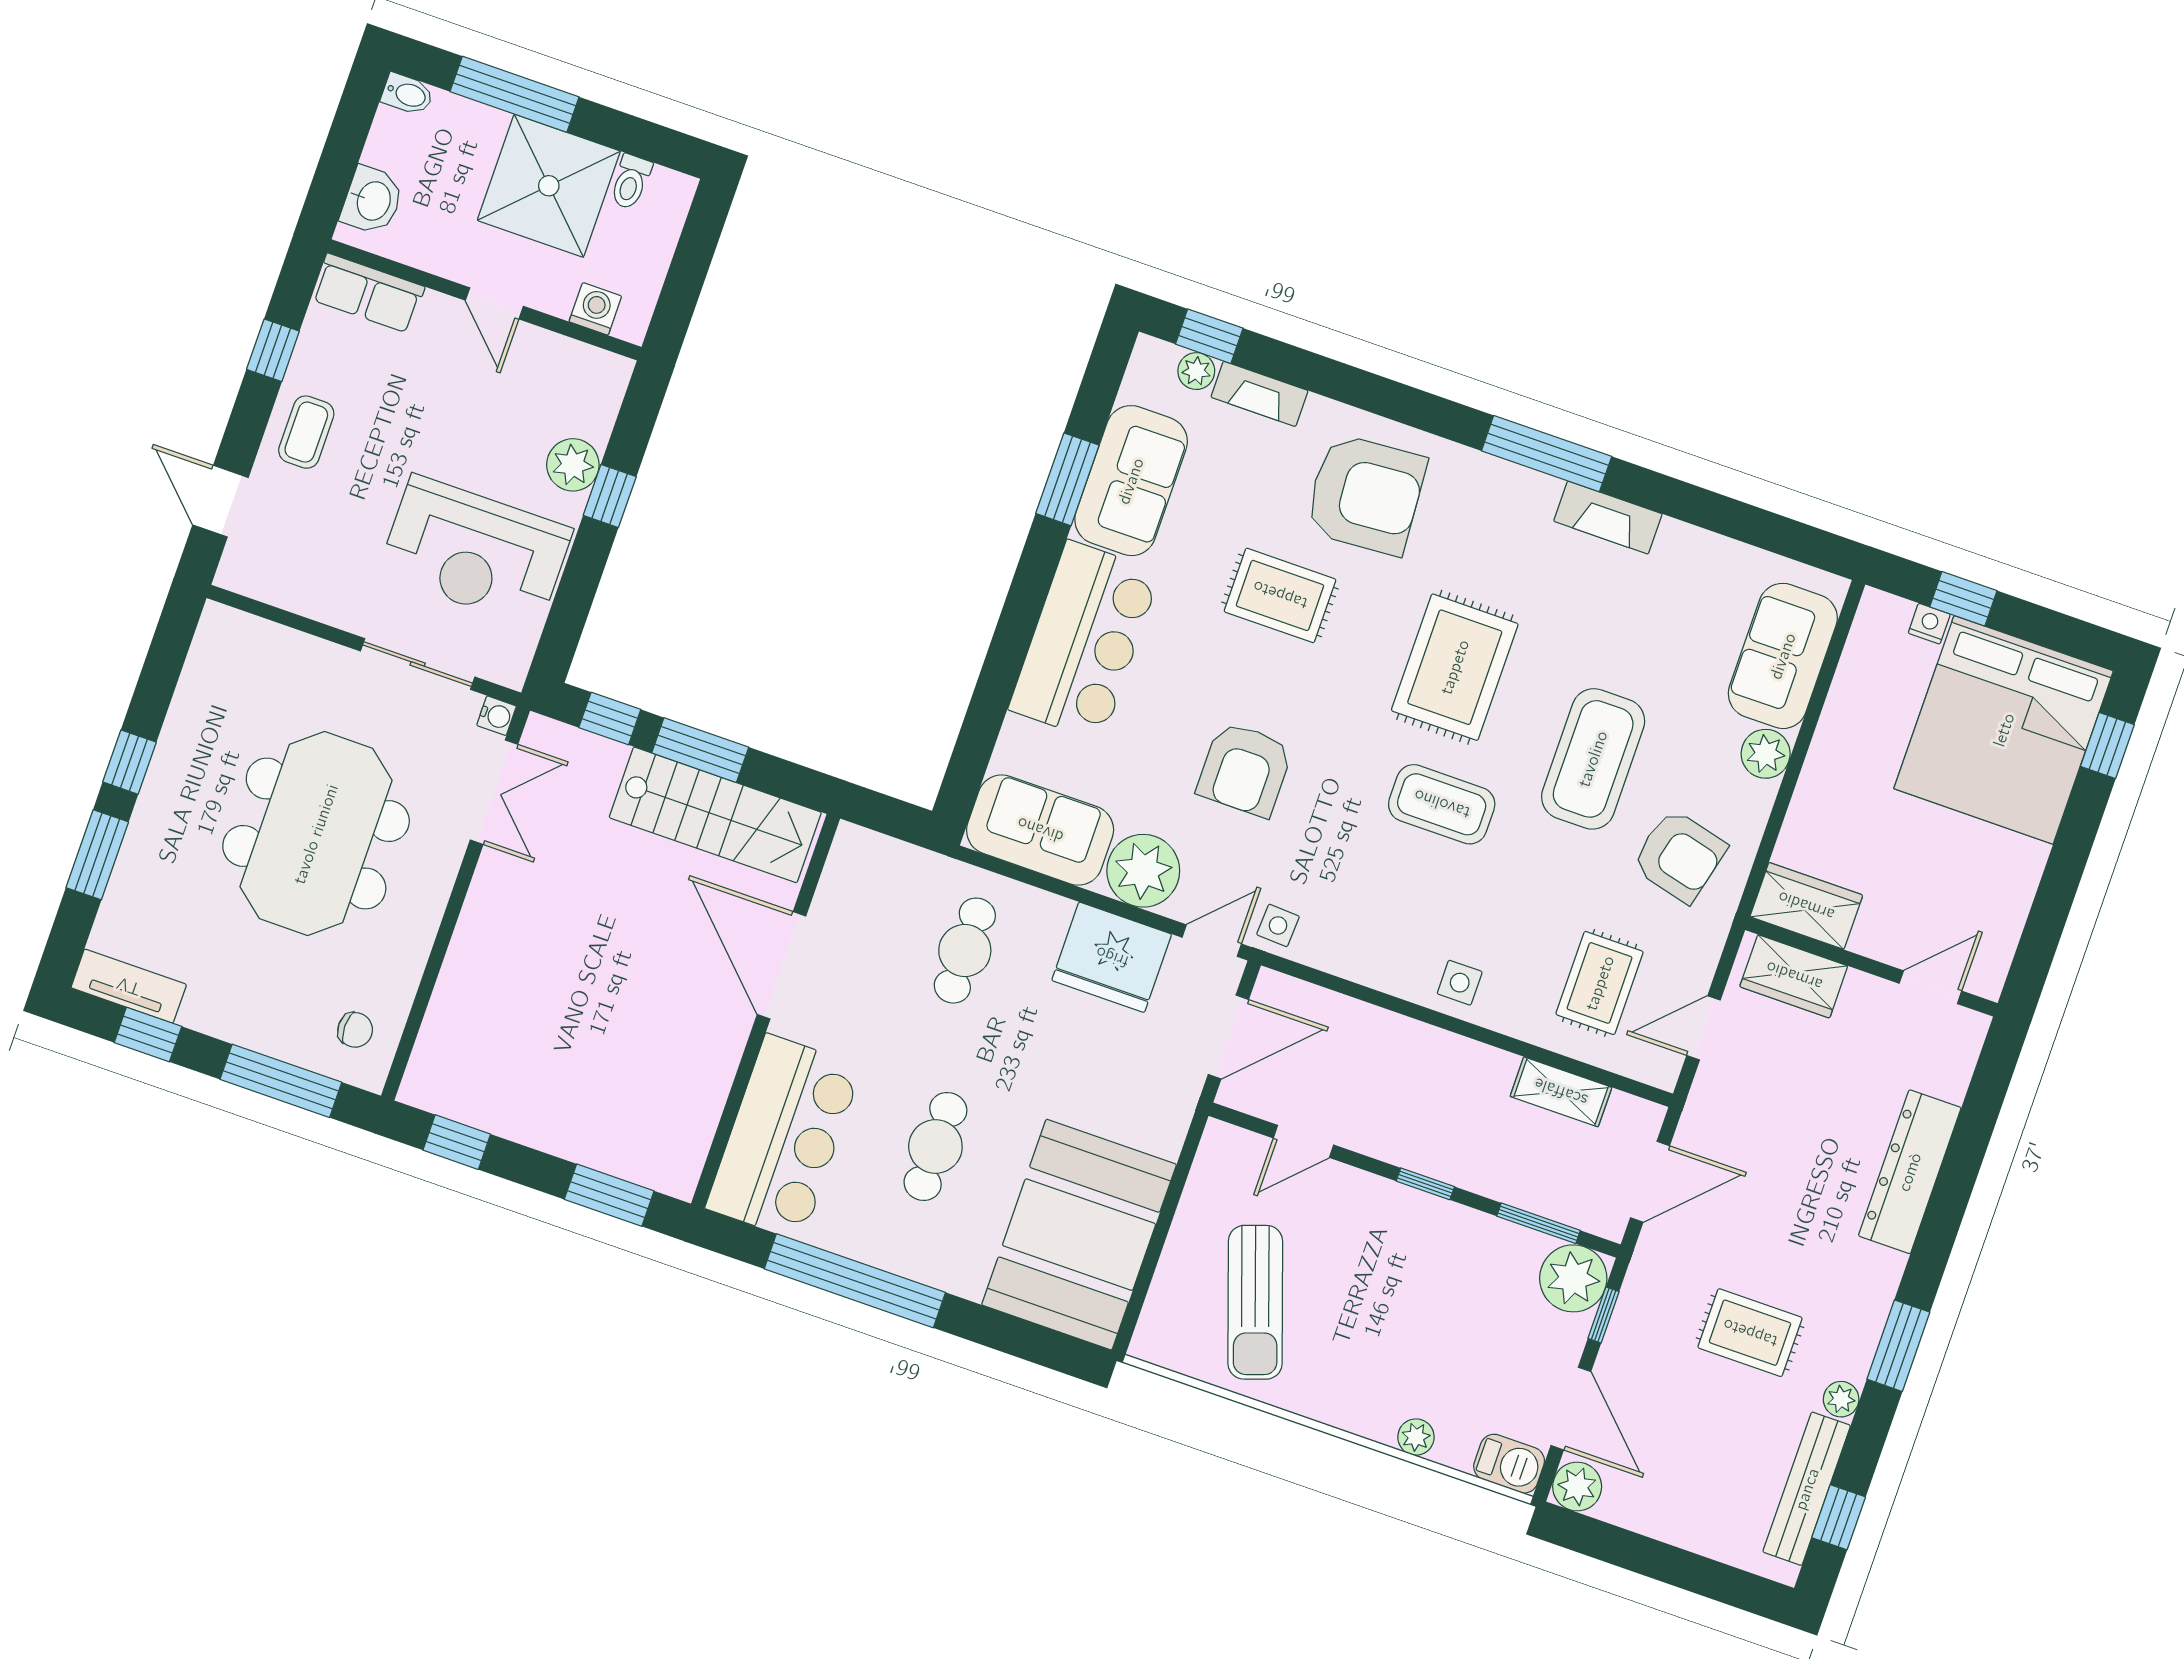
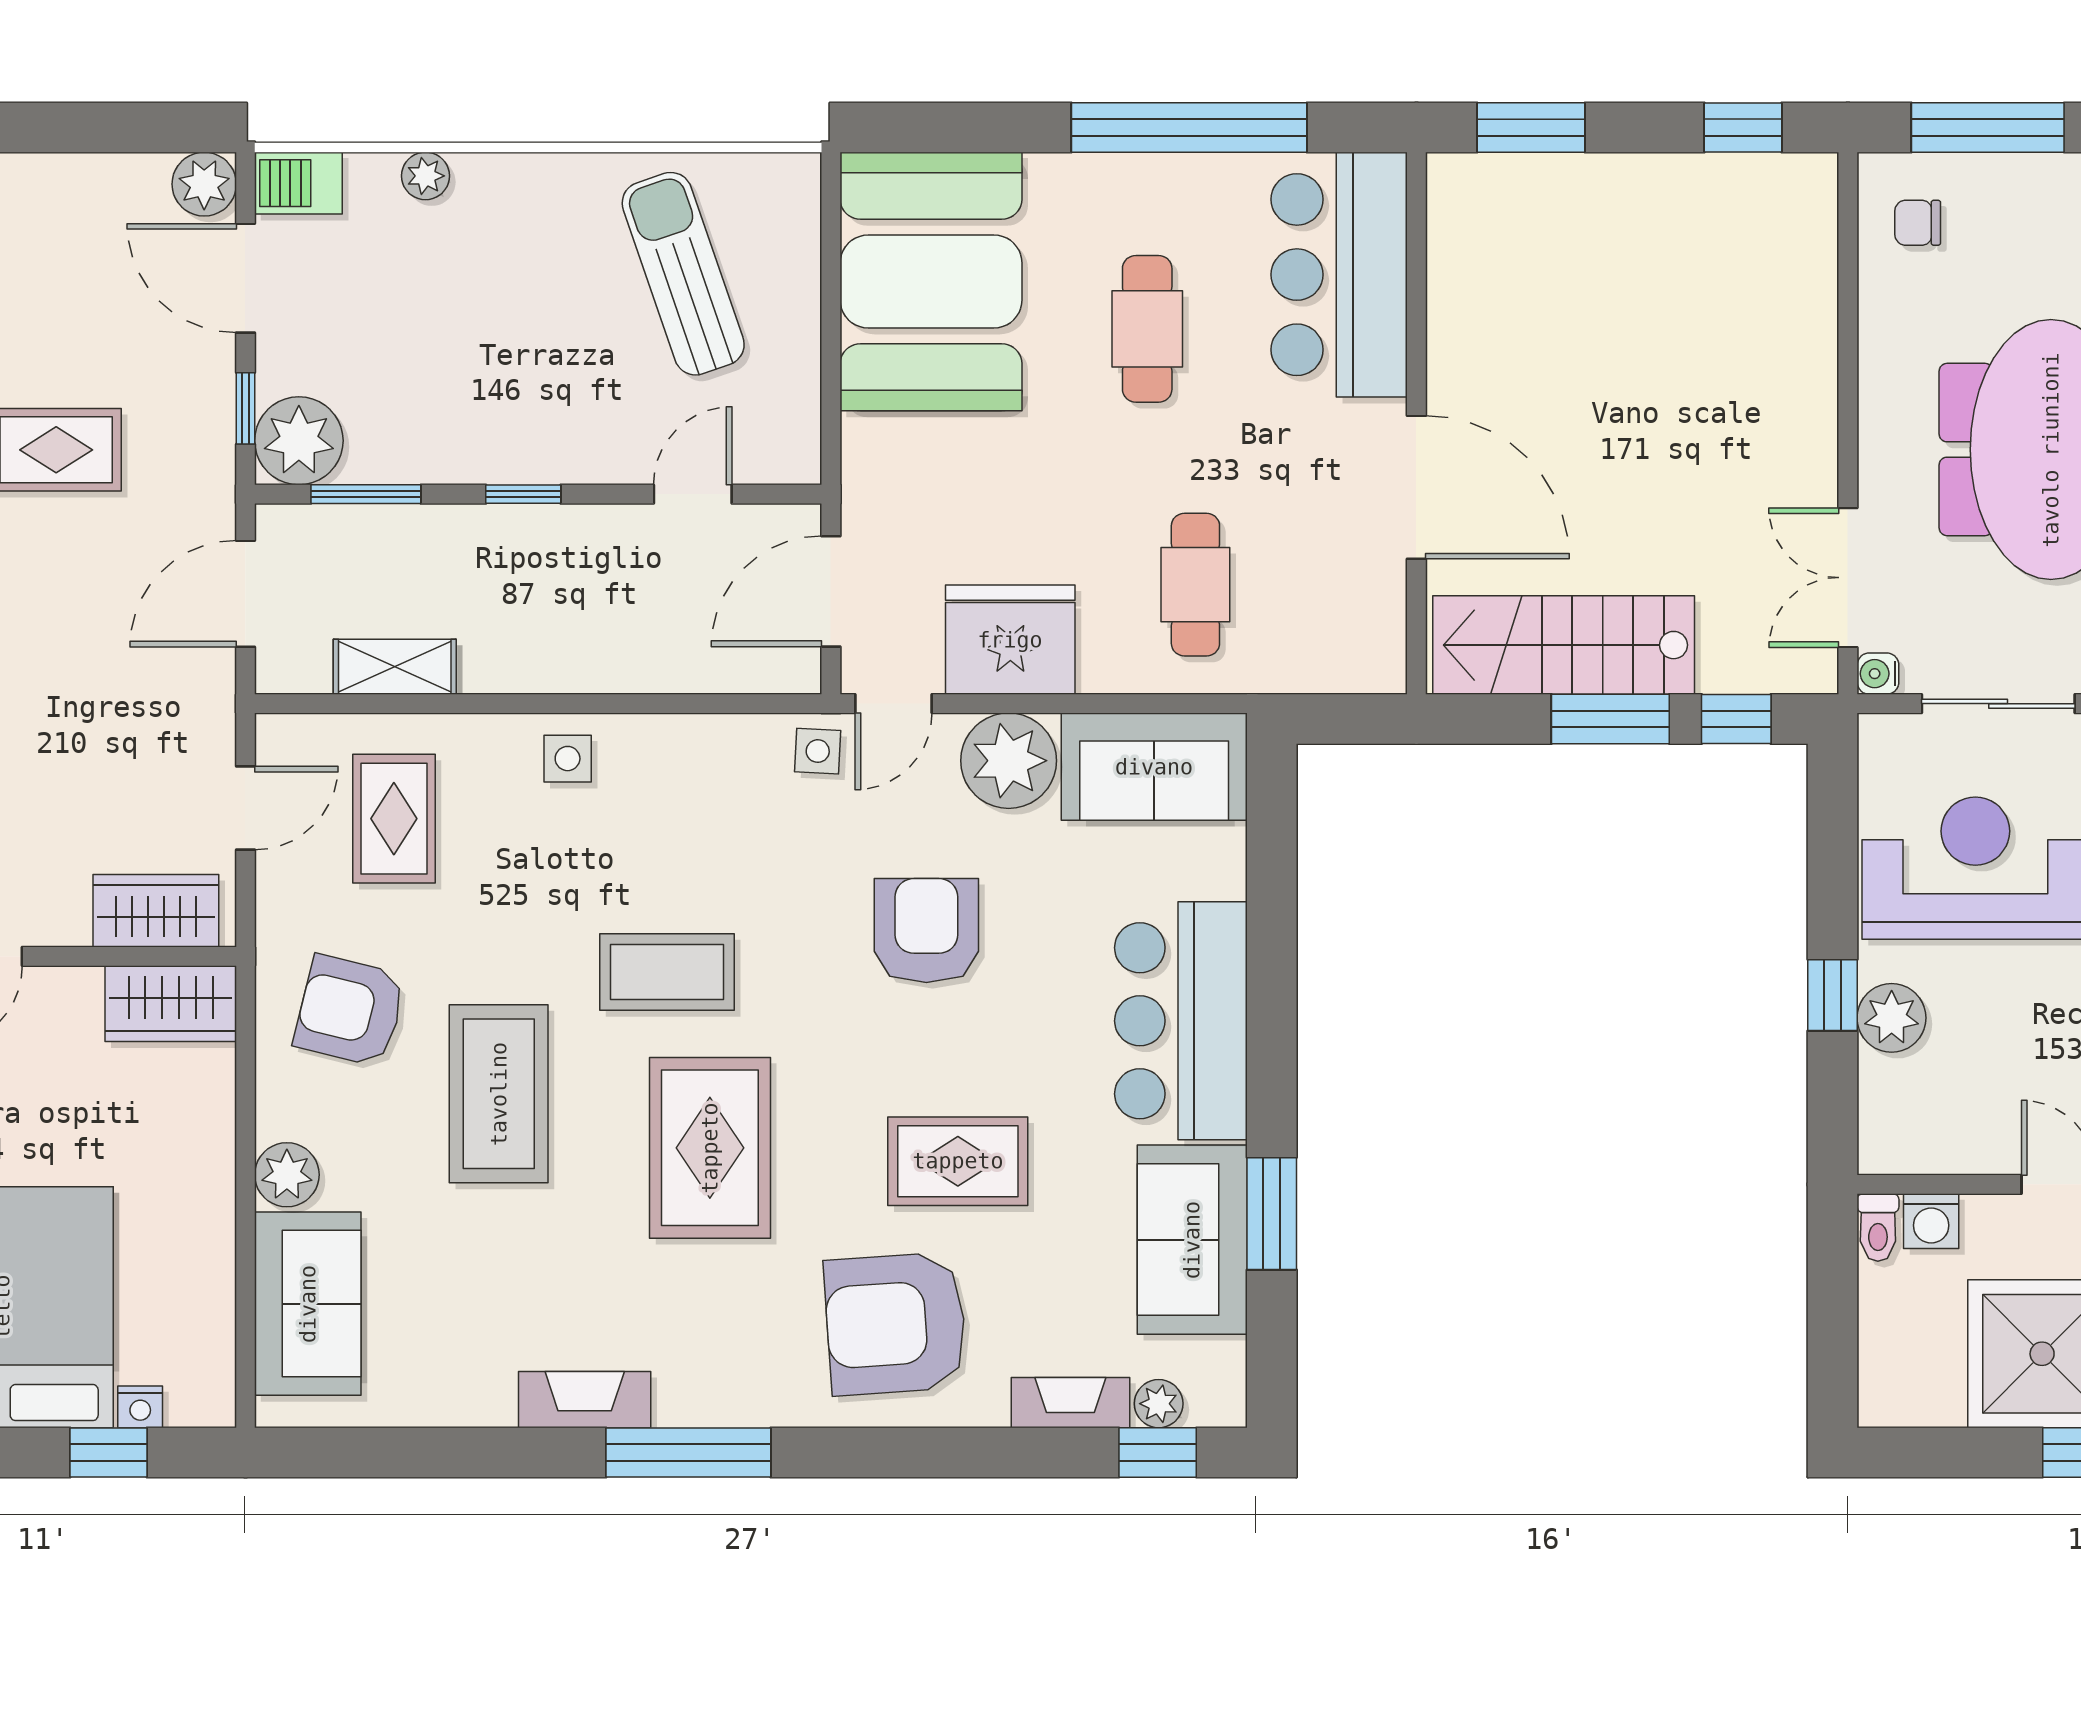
toilet: (631, 182) -> (1878, 1228), moved, turned 180

